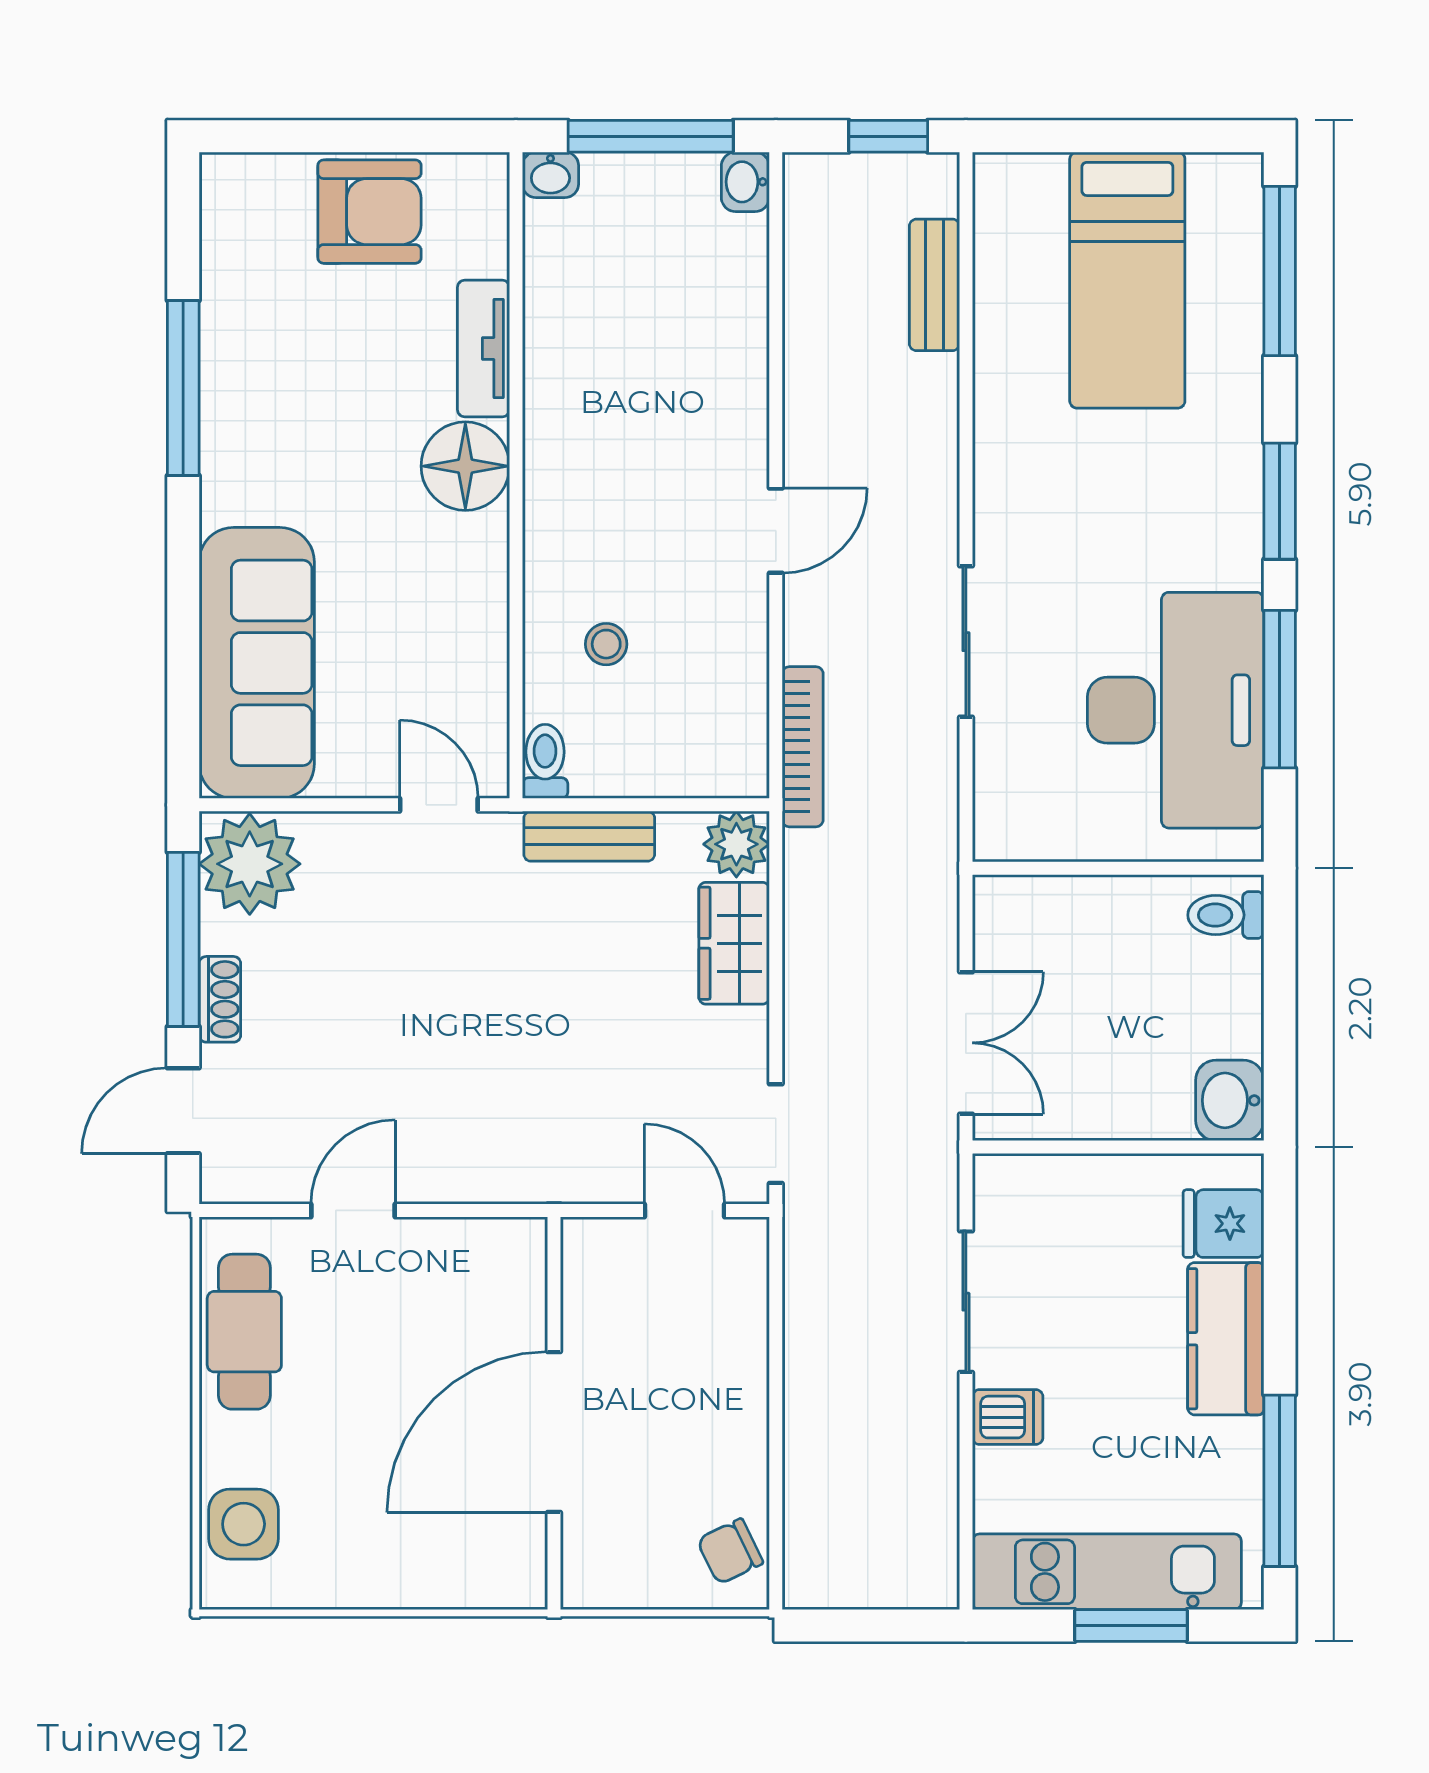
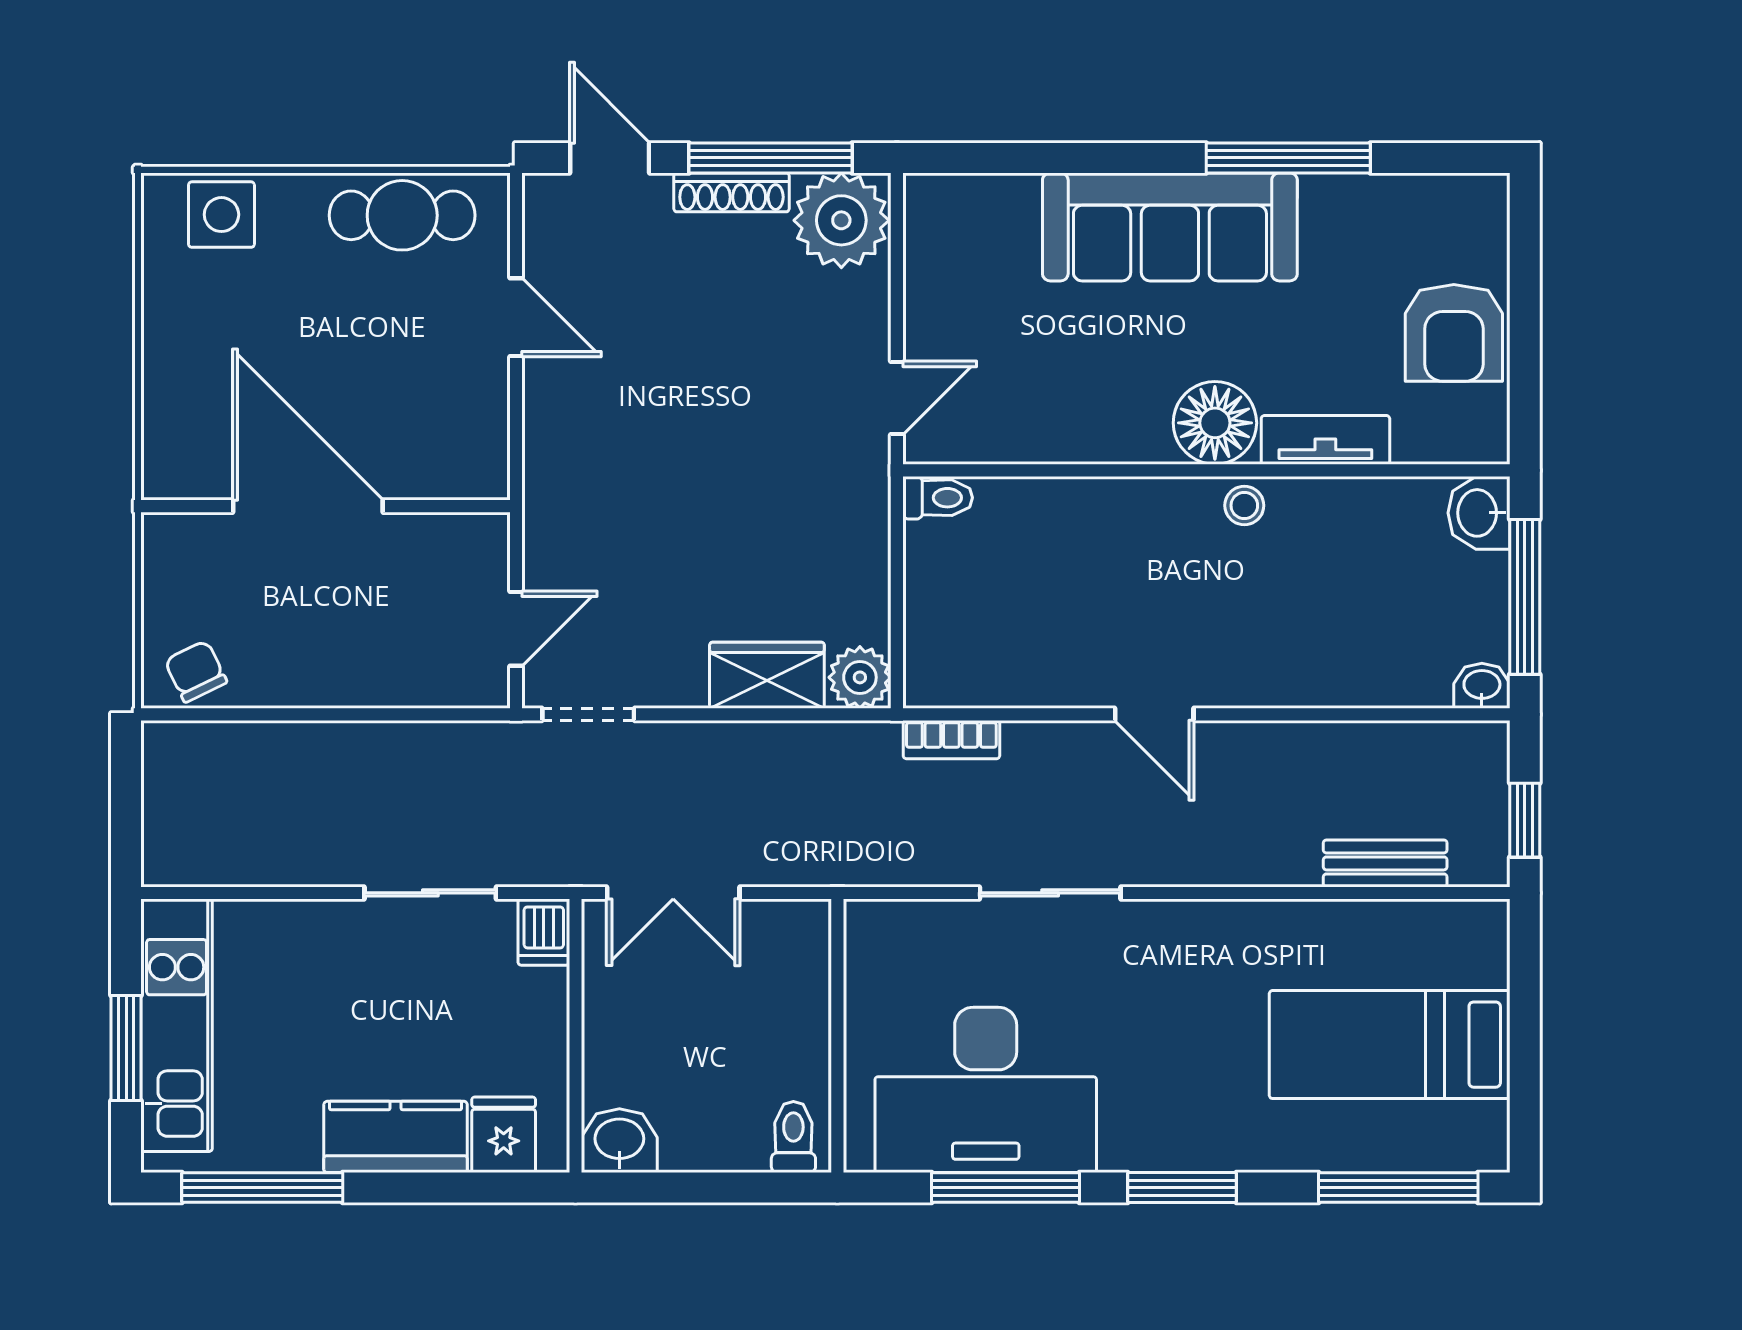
washbasin: (550, 175) -> (1479, 513), width x1.38, depth x1.45
stool: (606, 644) -> (1244, 505), moved
sofa: (257, 663) -> (1170, 227), moved
bookcase: (803, 747) -> (951, 740), width x0.64
bench: (589, 836) -> (867, 539), removed
shoe rack: (220, 999) -> (731, 192), width x1.43
dishwasher: (1008, 1417) -> (544, 932), moved

